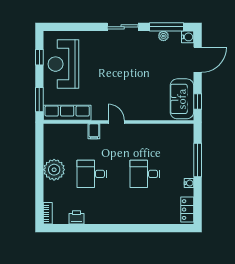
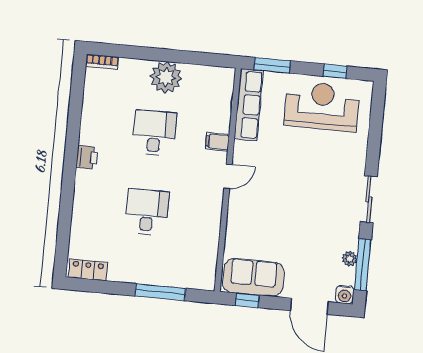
water cooler: (189, 183) -> (127, 276), removed
printer: (76, 217) -> (87, 157), moved

